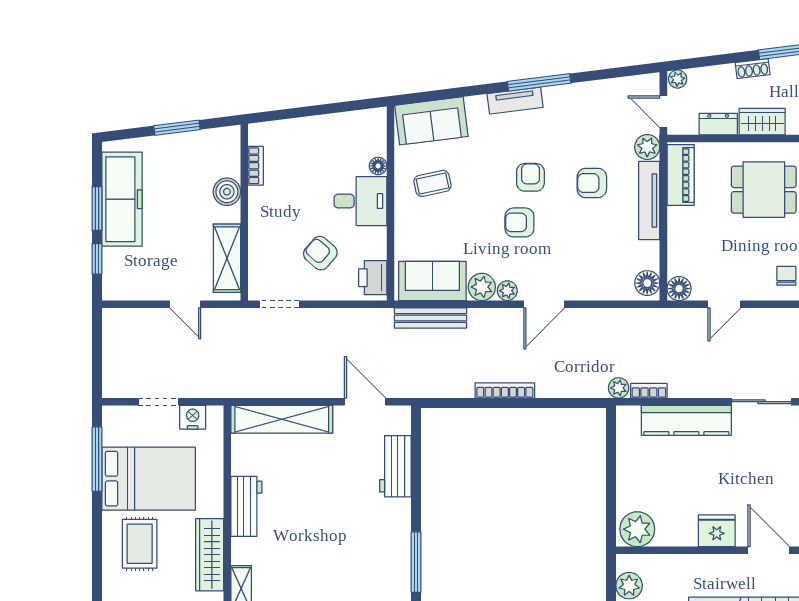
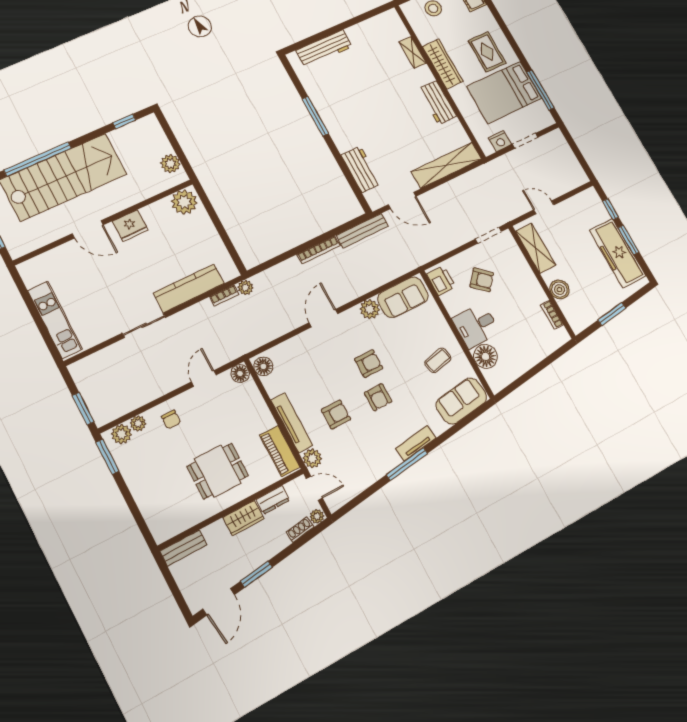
shoe rack: (753, 69) -> (300, 530), moved
floor lamp: (378, 166) -> (485, 356), width x1.89, depth x1.89
plant: (507, 291) -> (352, 315), removed
bench: (431, 318) -> (362, 231), moved

